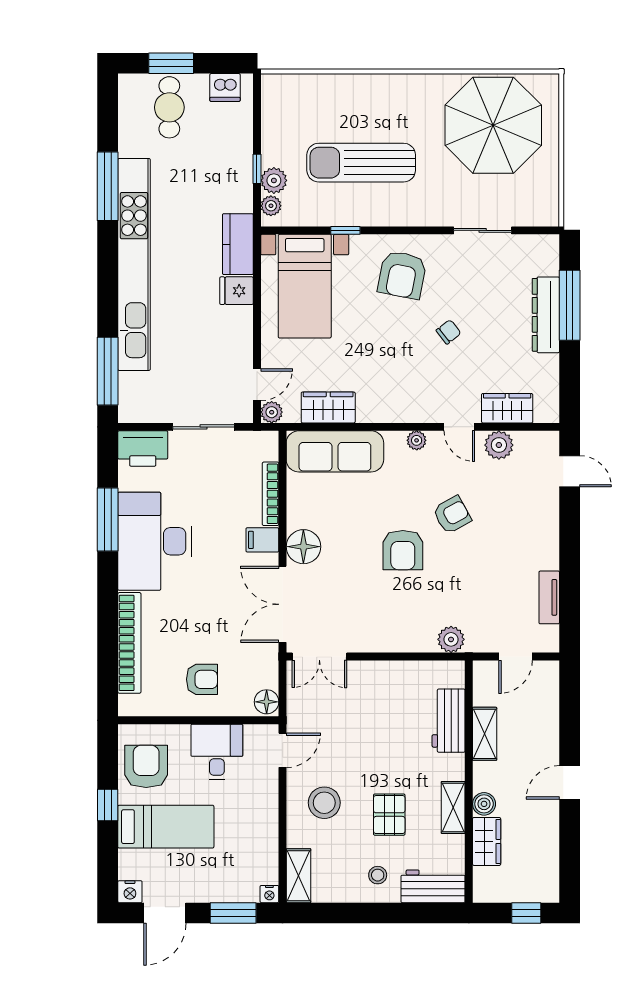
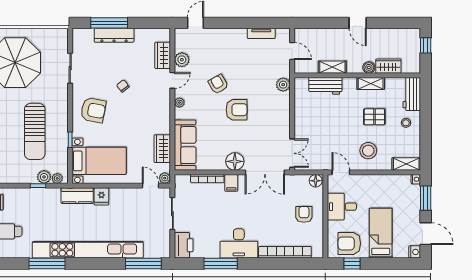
desk: (155, 541) -> (239, 243), width x0.73, depth x0.77
window: (108, 805) -> (352, 263), moved

